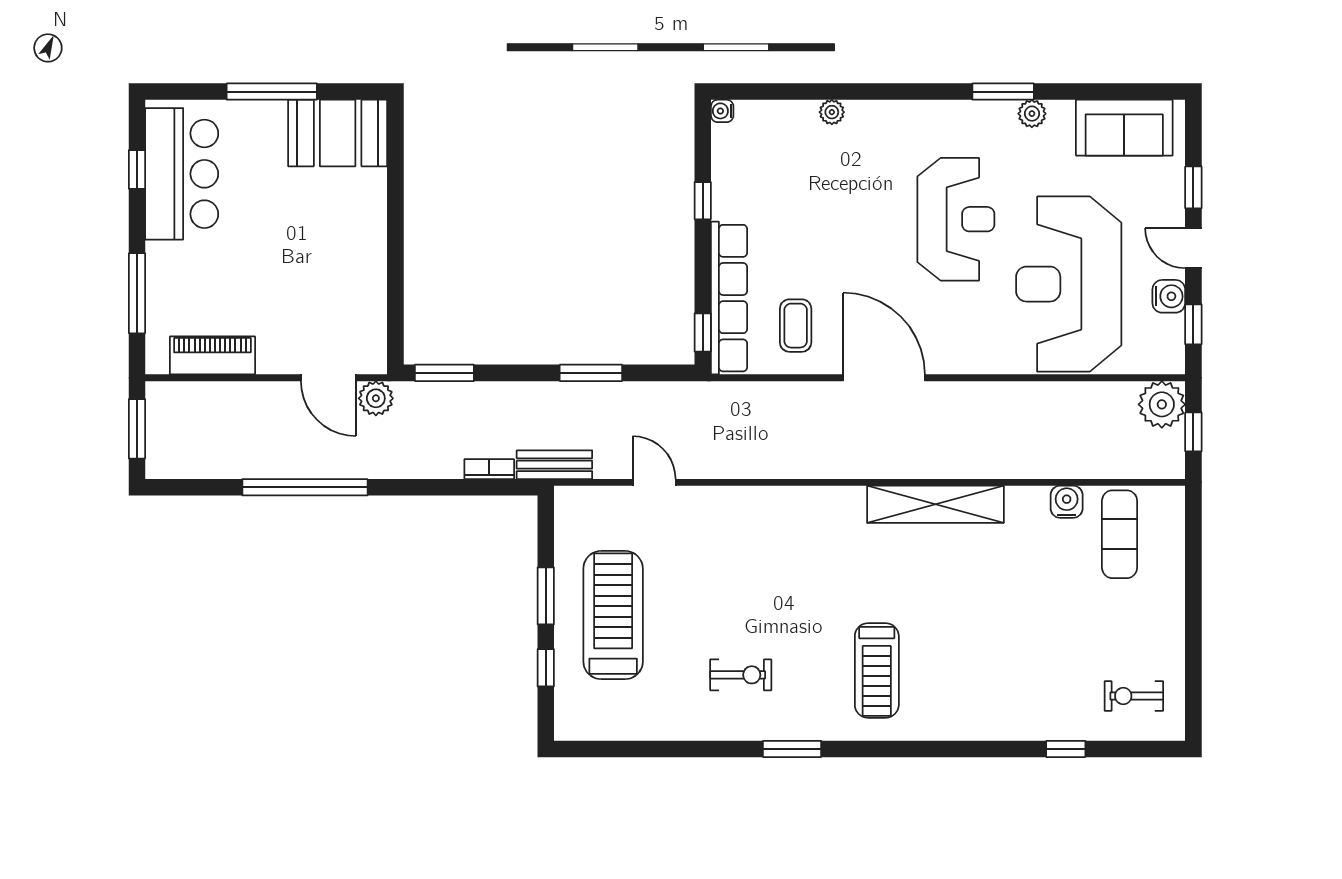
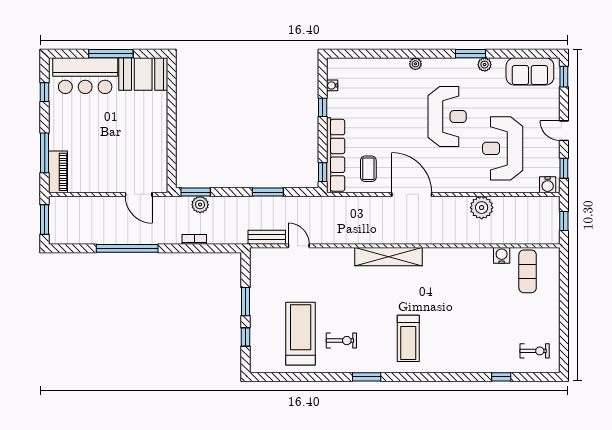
water cooler: (722, 111) -> (332, 85), moved
plant: (832, 112) -> (415, 64), moved
bar counter: (182, 174) -> (85, 76), moved, turned 90
window: (1193, 187) -> (564, 77), moved
reception desk: (1069, 284) -> (503, 148), width x0.74, depth x0.77
water cooler: (1169, 296) -> (548, 185), moved, turned 90
piano: (212, 355) -> (58, 172), moved, turned 90
plant: (376, 398) -> (200, 205), moved
plant: (1162, 404) -> (482, 208), moved
bench: (554, 465) -> (267, 237), moved
bookcase: (489, 469) -> (194, 239), moved
shelving: (935, 504) -> (389, 257), moved
treadmill: (613, 615) -> (301, 334), moved
exercise bike: (1134, 696) -> (535, 351), turned 180

